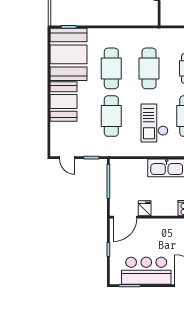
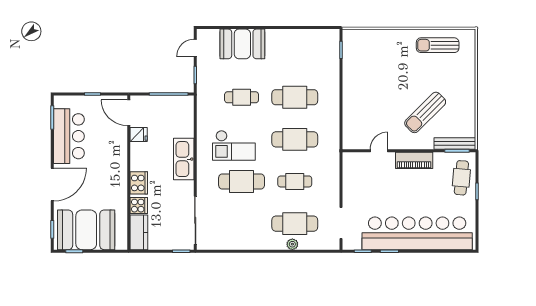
booth: (68, 54) -> (310, 49), removed
booth: (64, 101) -> (242, 44), moved
cafe table: (111, 116) -> (242, 97), width x0.73, depth x0.74
checkout: (154, 123) -> (234, 145), turned 180

